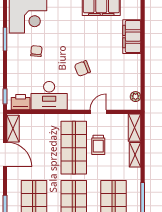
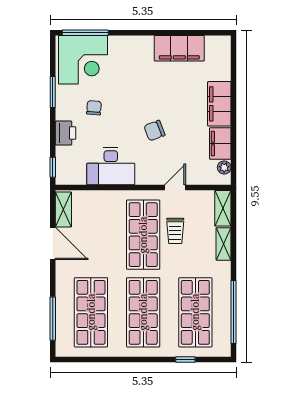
filing cabinet: (132, 37) -> (219, 104), moved
filing cabinet: (133, 78) -> (220, 143), added
printer: (21, 102) -> (66, 133), moved, turned 90

